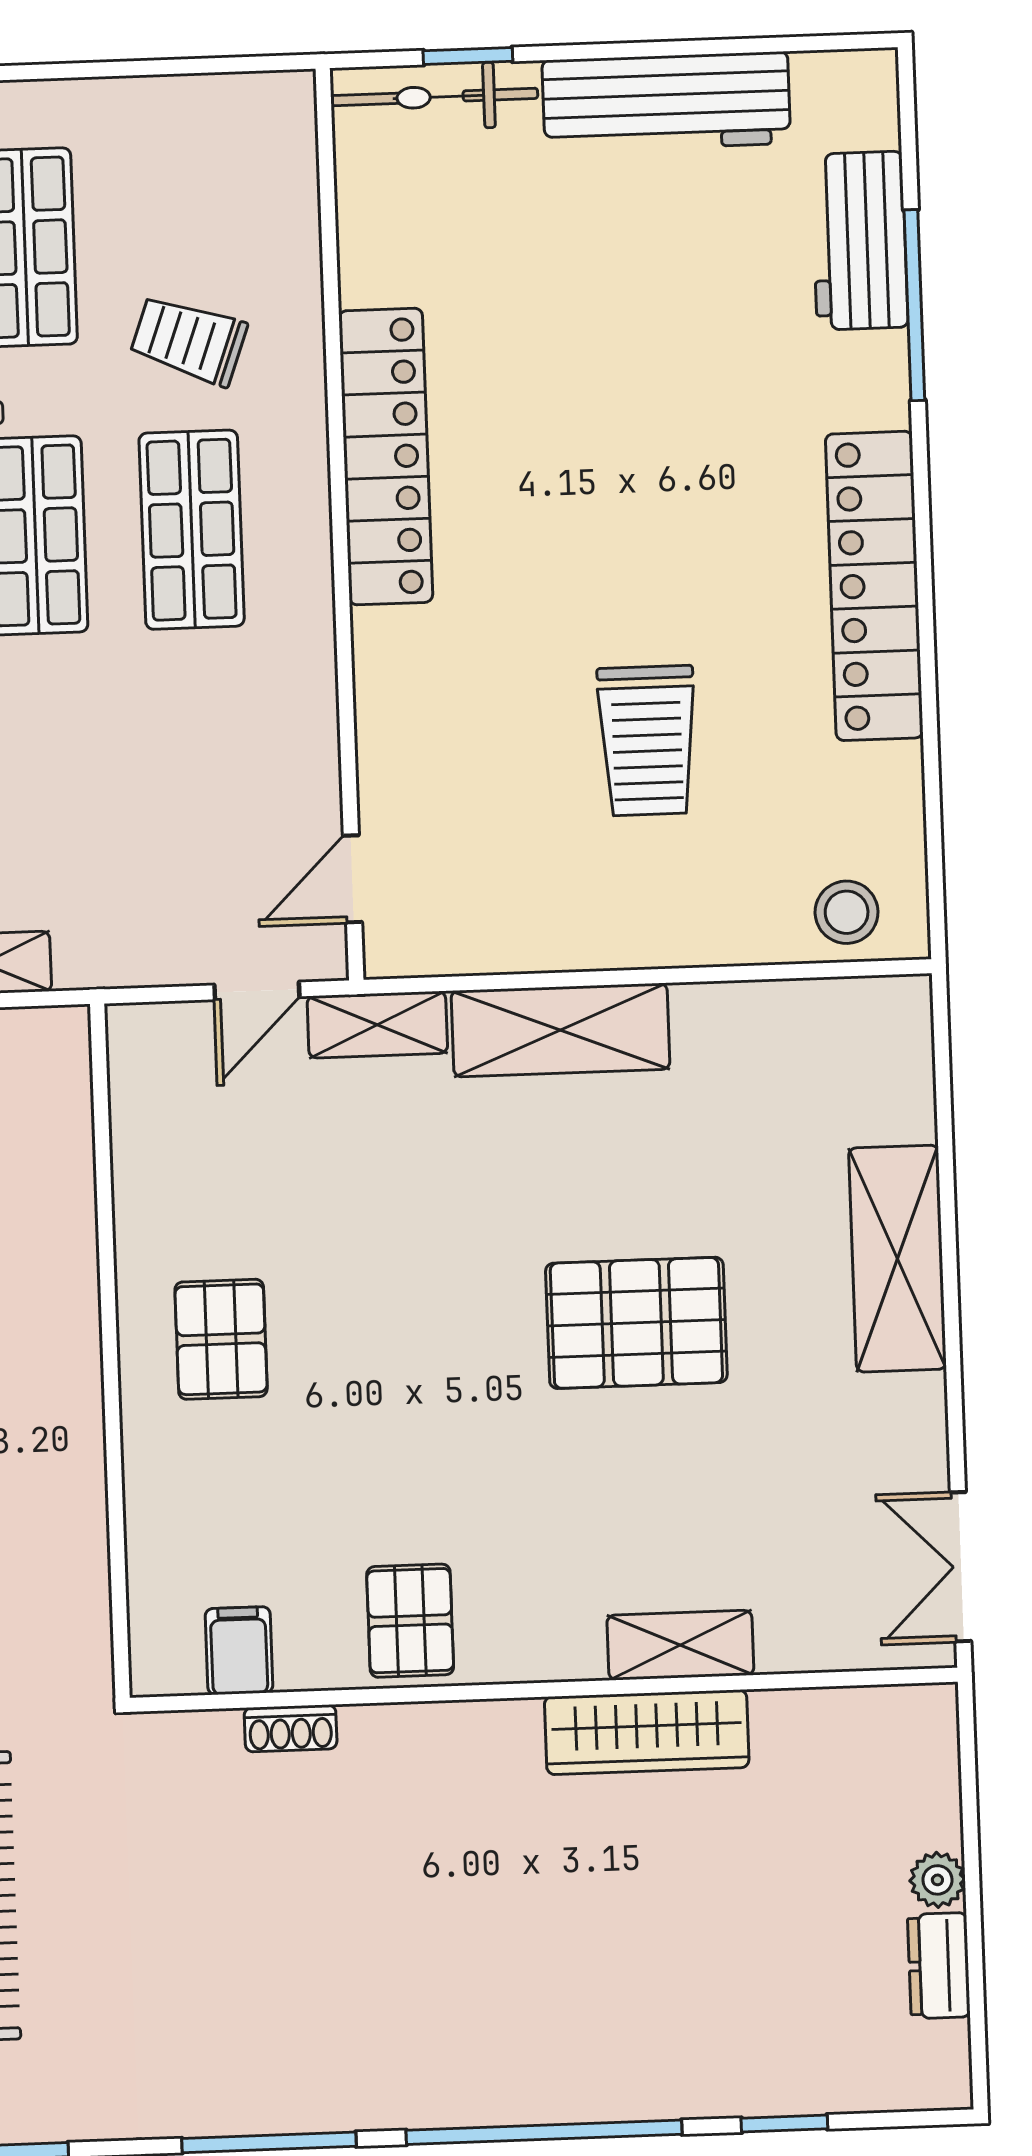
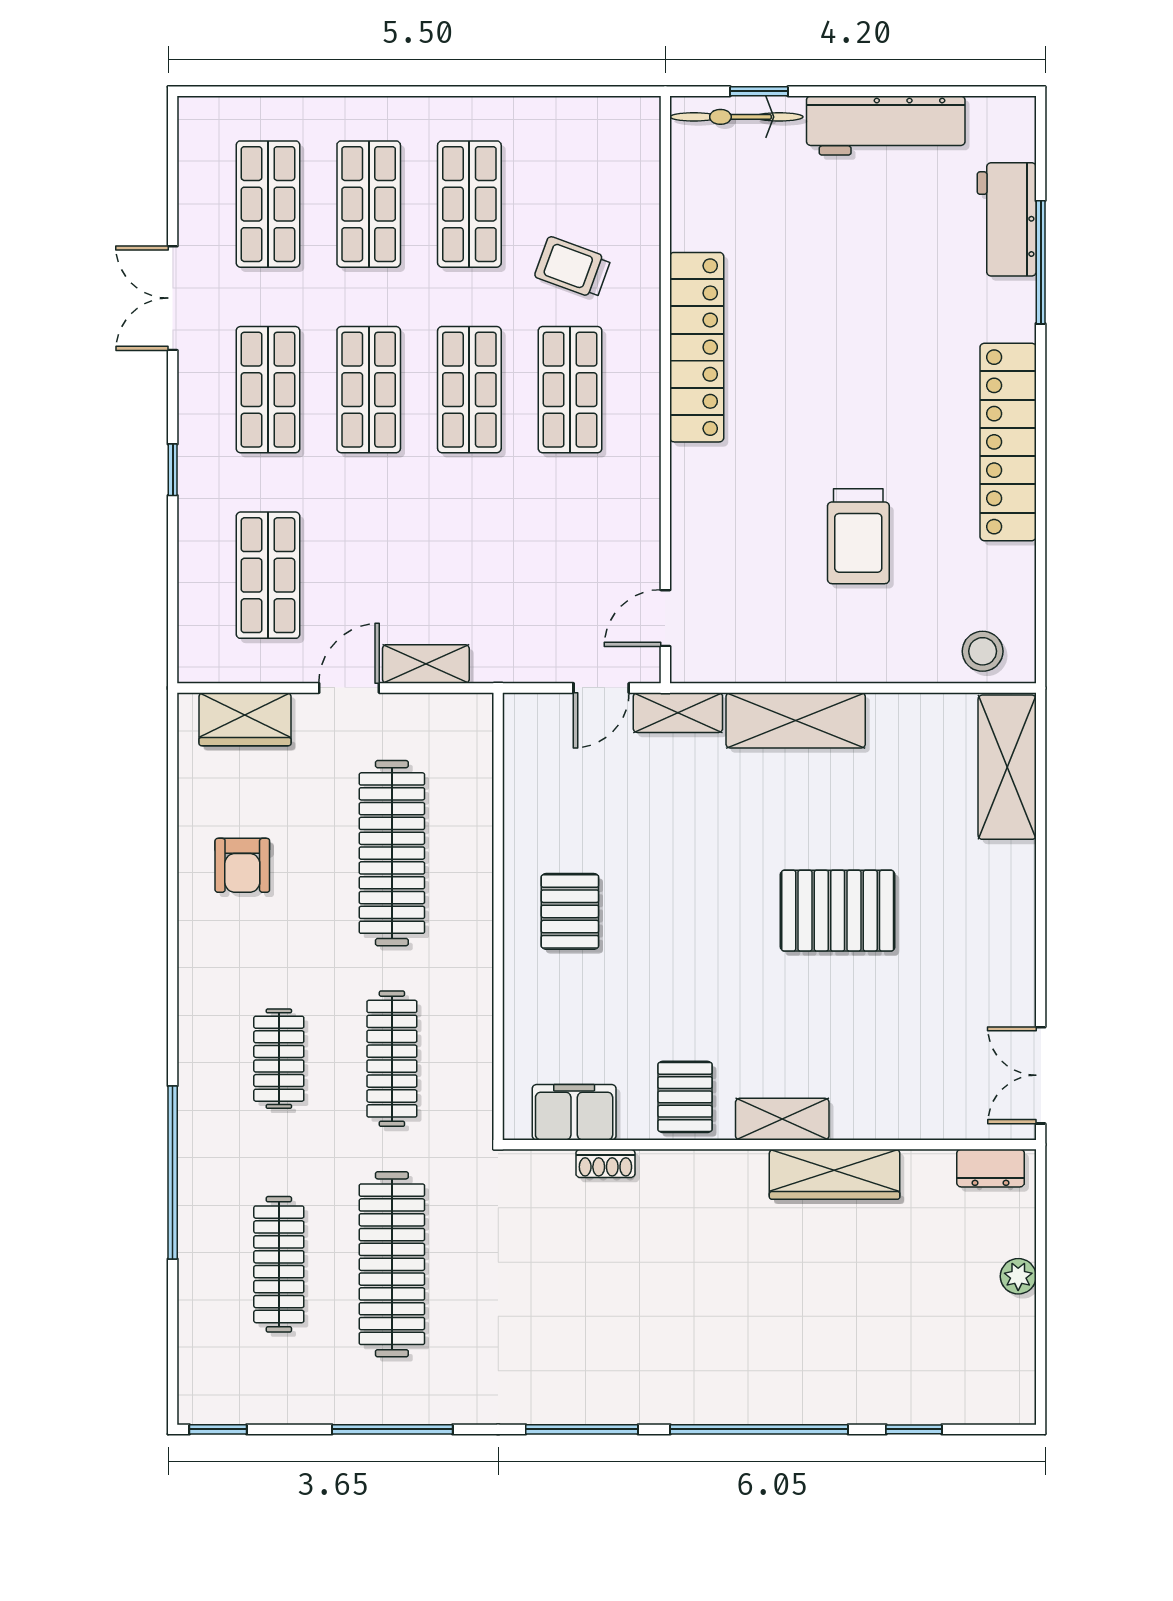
shelving: (897, 1259) -> (1007, 767), moved
shelving: (680, 1645) -> (782, 1119), moved
filing cabinet: (239, 1651) -> (574, 1112), width x2.00
dresser: (939, 1966) -> (991, 1168), moved, turned -90

